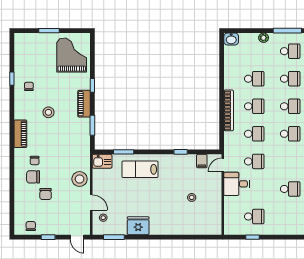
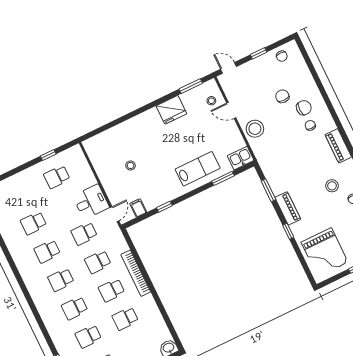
stool: (48, 112) -> (332, 186), moved
school desk: (290, 161) -> (47, 251), added

